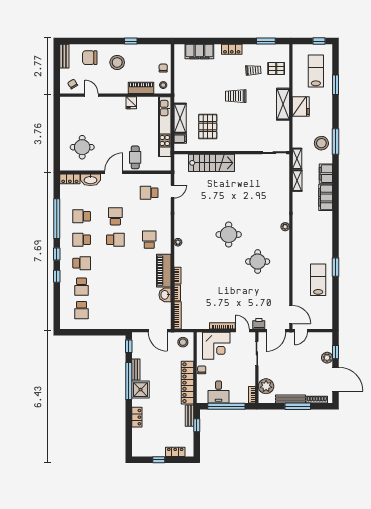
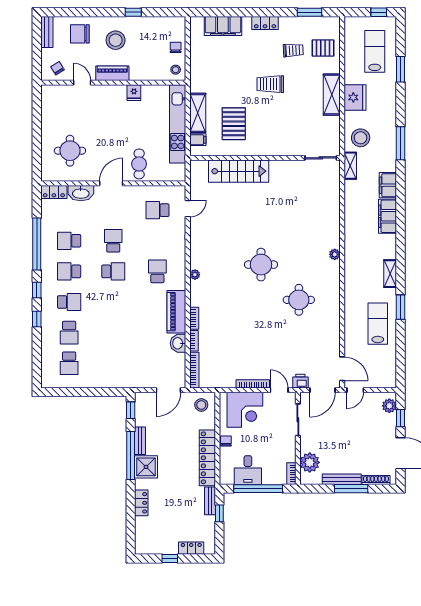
piano: (141, 88) -> (112, 73), moved
stool: (321, 143) -> (361, 138), moved
shelving: (297, 181) -> (390, 274), moved
door: (158, 331) -> (168, 390), hinge flipped
plant: (327, 358) -> (389, 406), moved

